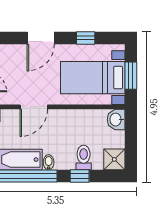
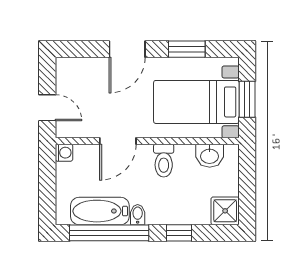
window: (86, 38) -> (187, 49), width x1.50
washbasin: (116, 120) -> (210, 156), moved, turned -90
toilet: (84, 157) -> (164, 161), moved, turned 180

